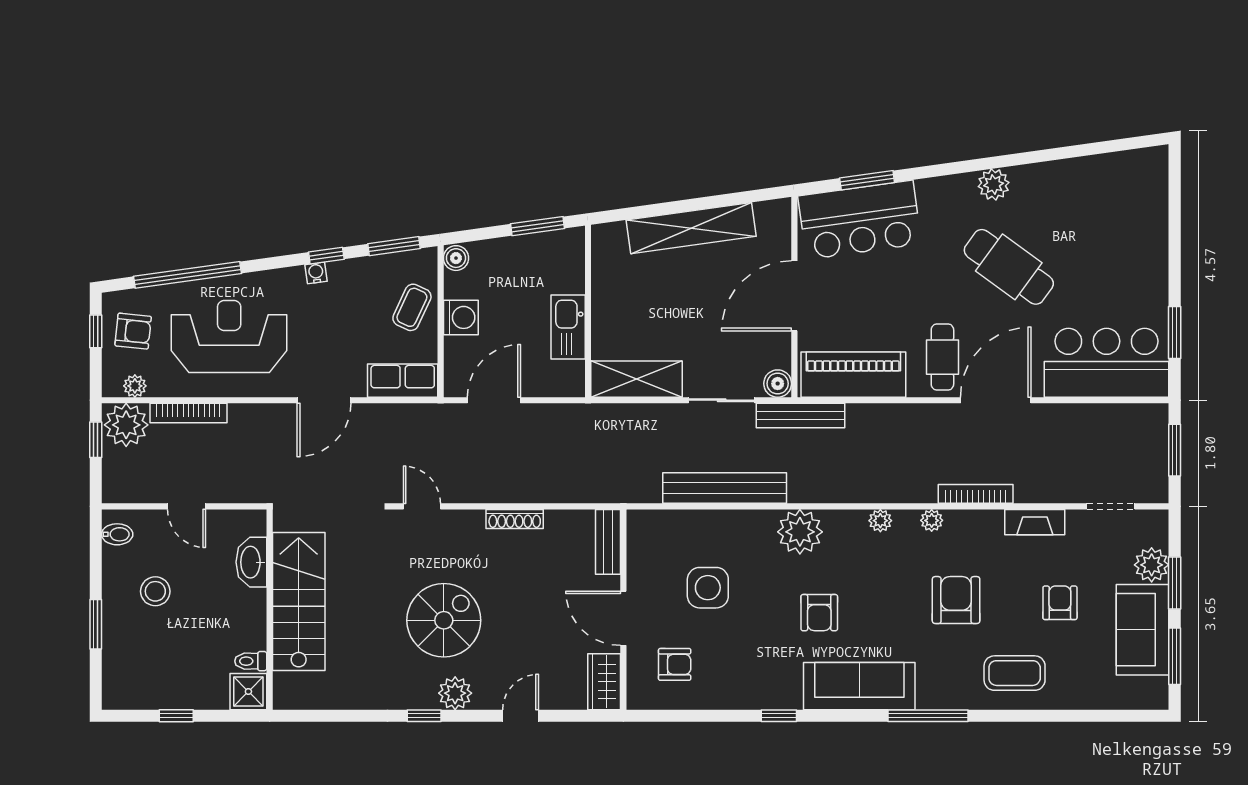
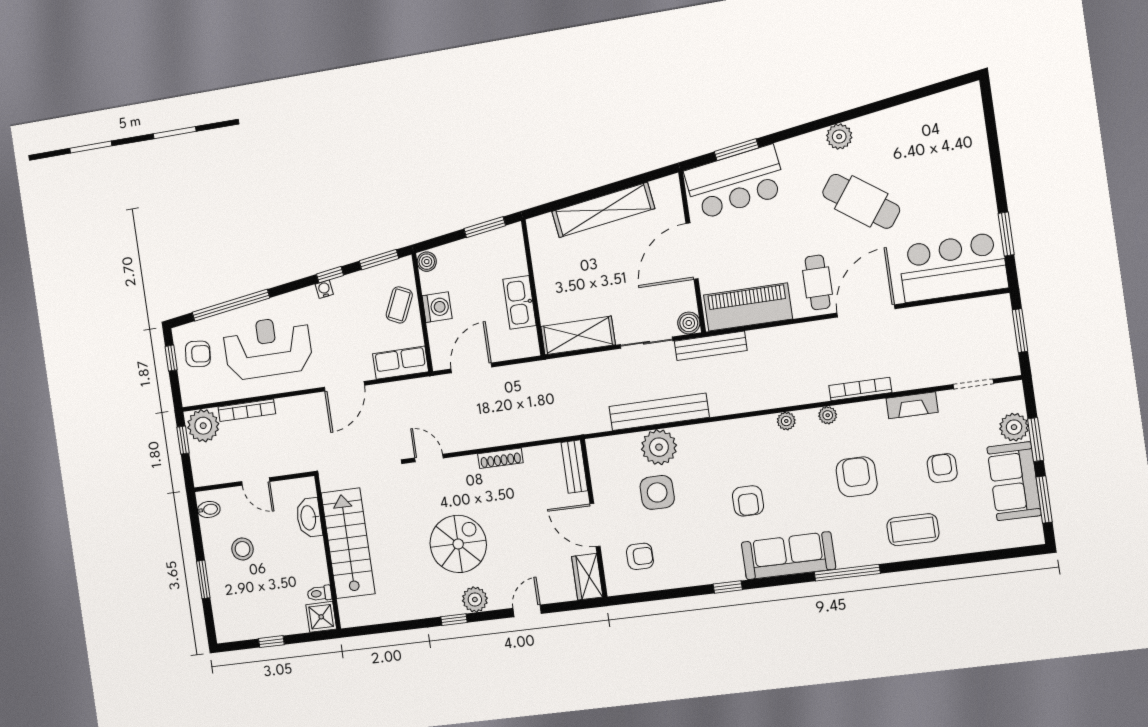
plant: (135, 386) -> (205, 395), removed
plant: (800, 532) -> (659, 447), moved

